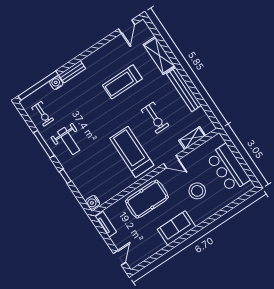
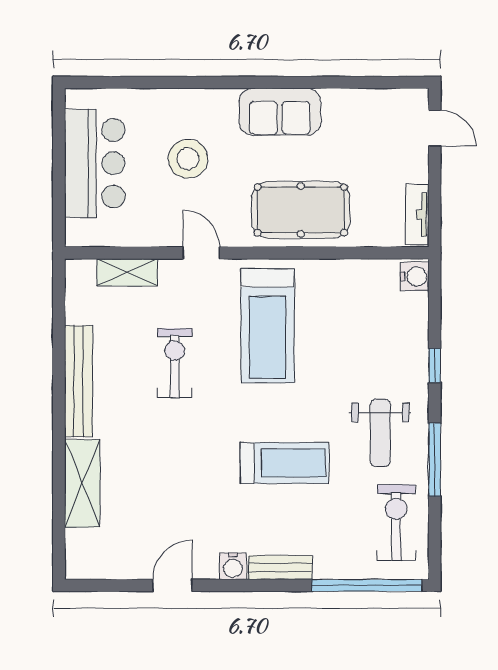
door: (127, 27) -> (172, 585), moved
treadmill: (122, 82) -> (284, 463), moved
water cooler: (56, 83) -> (233, 566), moved
exercise bike: (43, 114) -> (396, 523), width x1.38, depth x1.39
weight bench: (69, 141) -> (380, 433), turned 180
door: (120, 258) -> (435, 128), swing flipped

